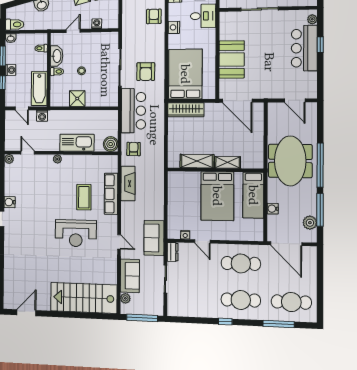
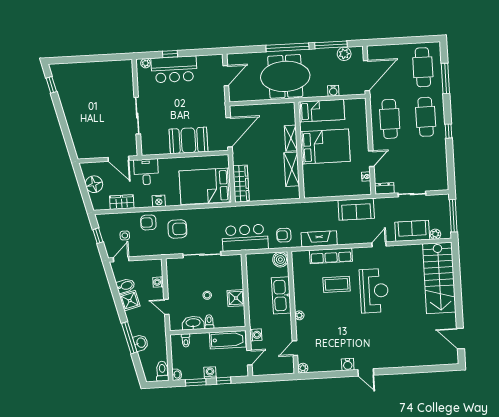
armchair: (146, 72) -> (177, 229), moved
sofa: (154, 238) -> (356, 209), moved

